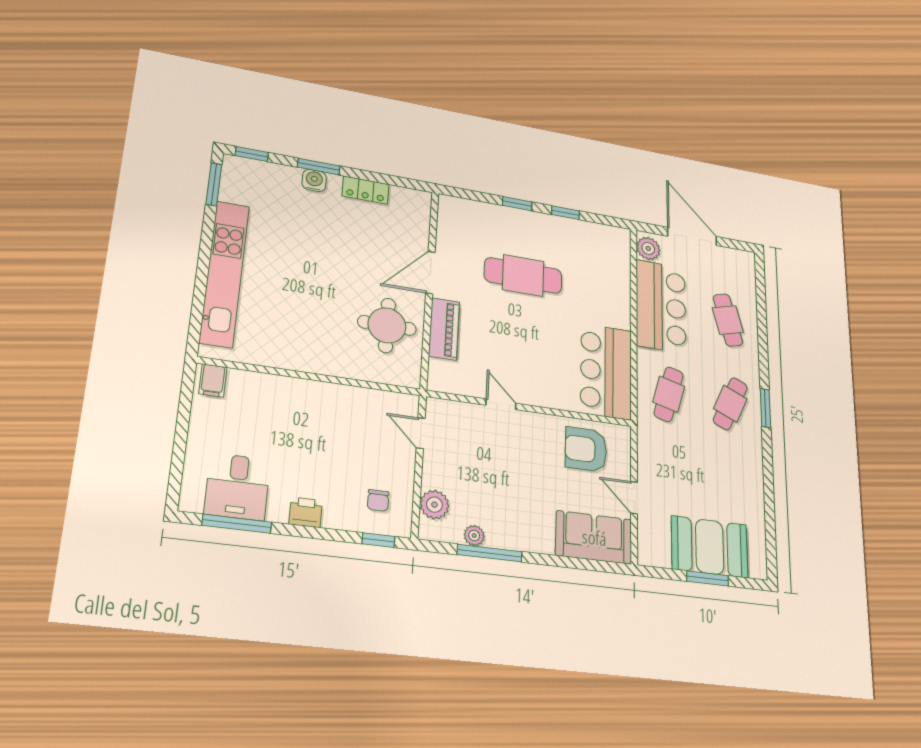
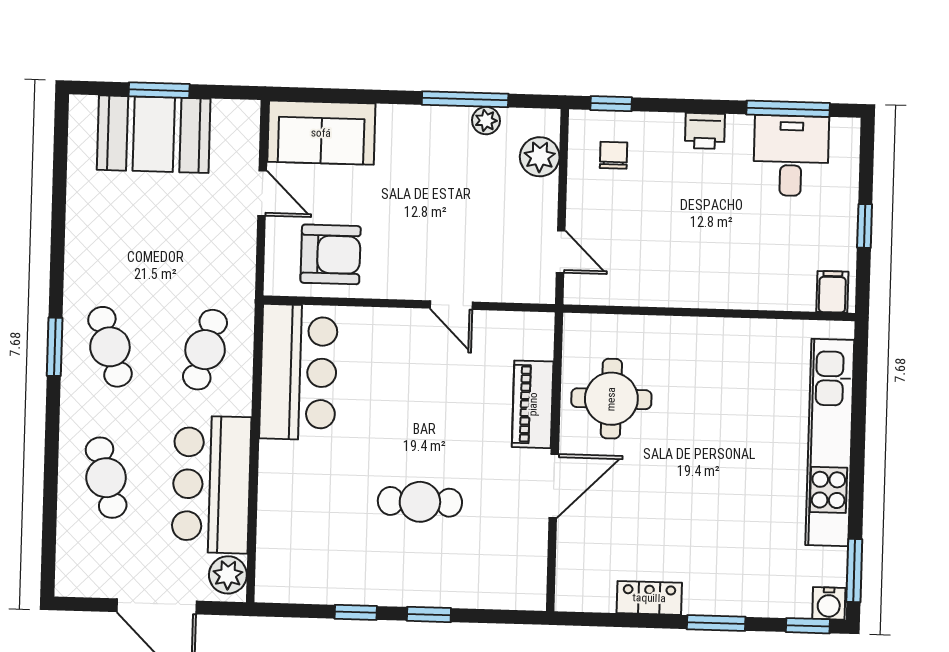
water cooler: (314, 181) -> (829, 603), moved
cafe table: (523, 275) -> (420, 502), width x0.73, depth x0.74
cafe table: (730, 404) -> (110, 347), turned -42
window: (182, 427) -> (865, 226), added

